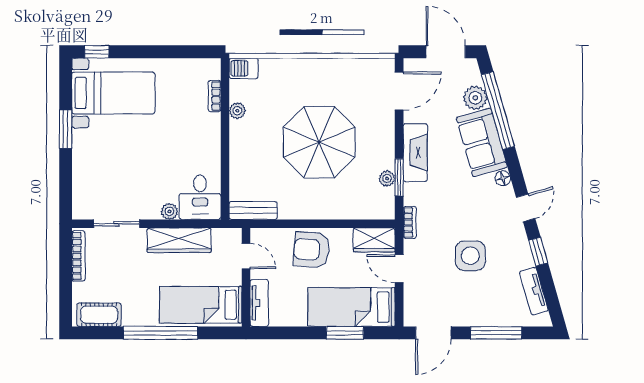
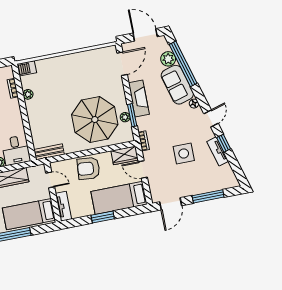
parasol: (319, 142) -> (95, 119), moved
tv unit: (534, 291) -> (218, 151), moved
window: (345, 333) -> (103, 217), moved

